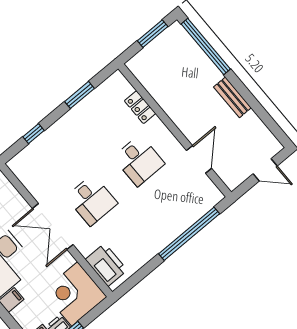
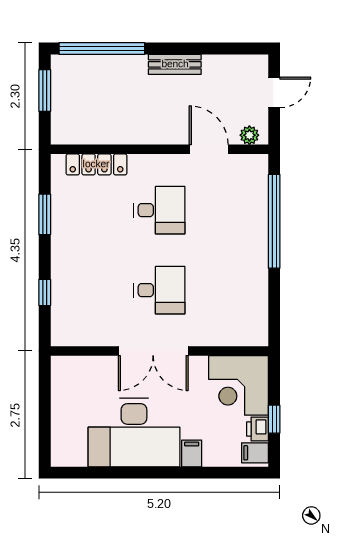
locker: (140, 107) -> (96, 164), width x1.53
plant: (228, 176) -> (249, 135), added
printer: (106, 265) -> (236, 330), removed

